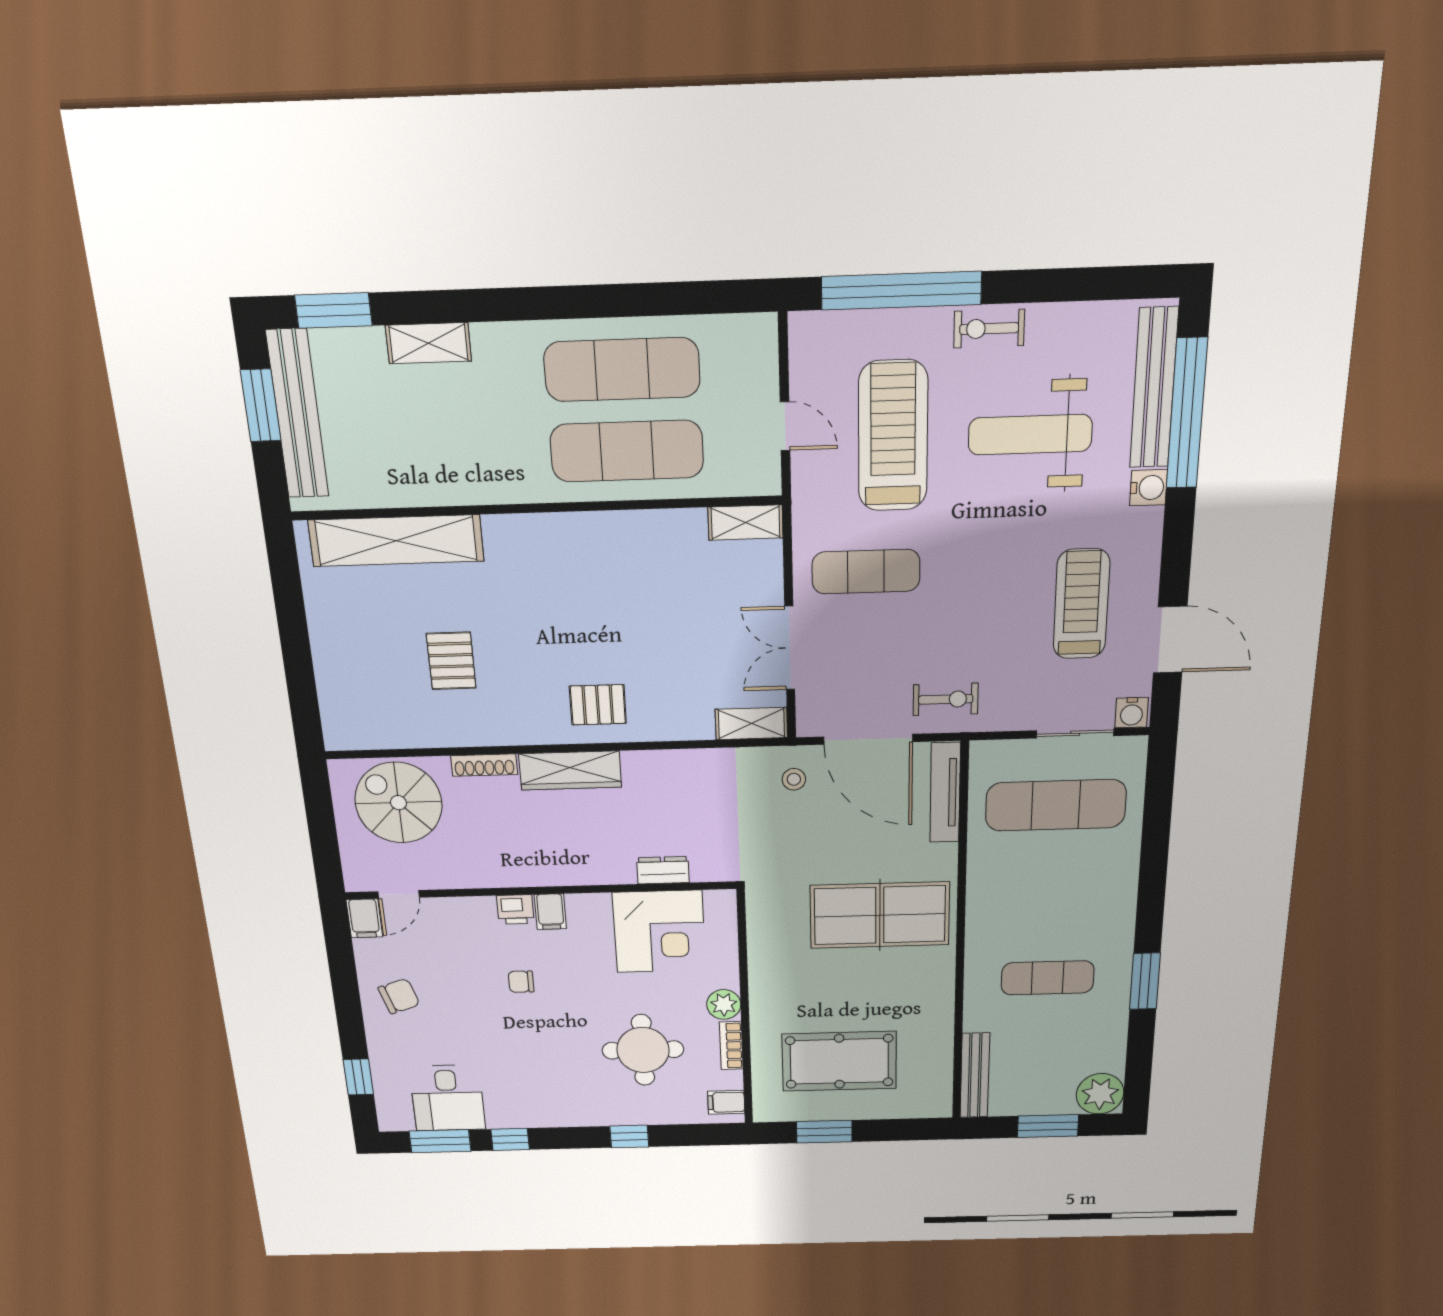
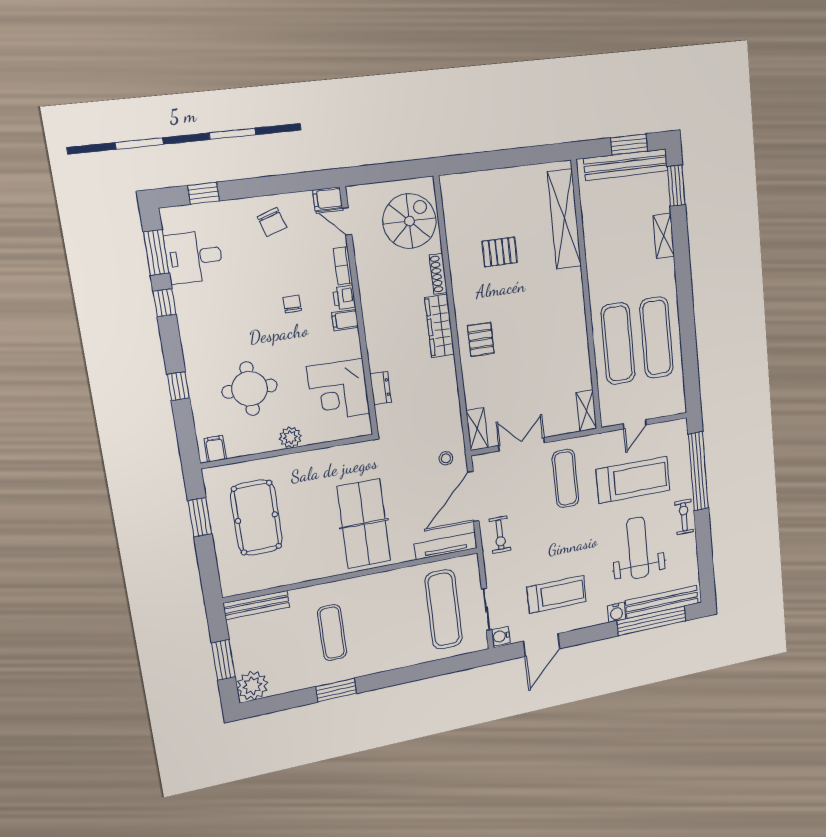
bookcase: (731, 1046) -> (343, 266), moved, turned -90

